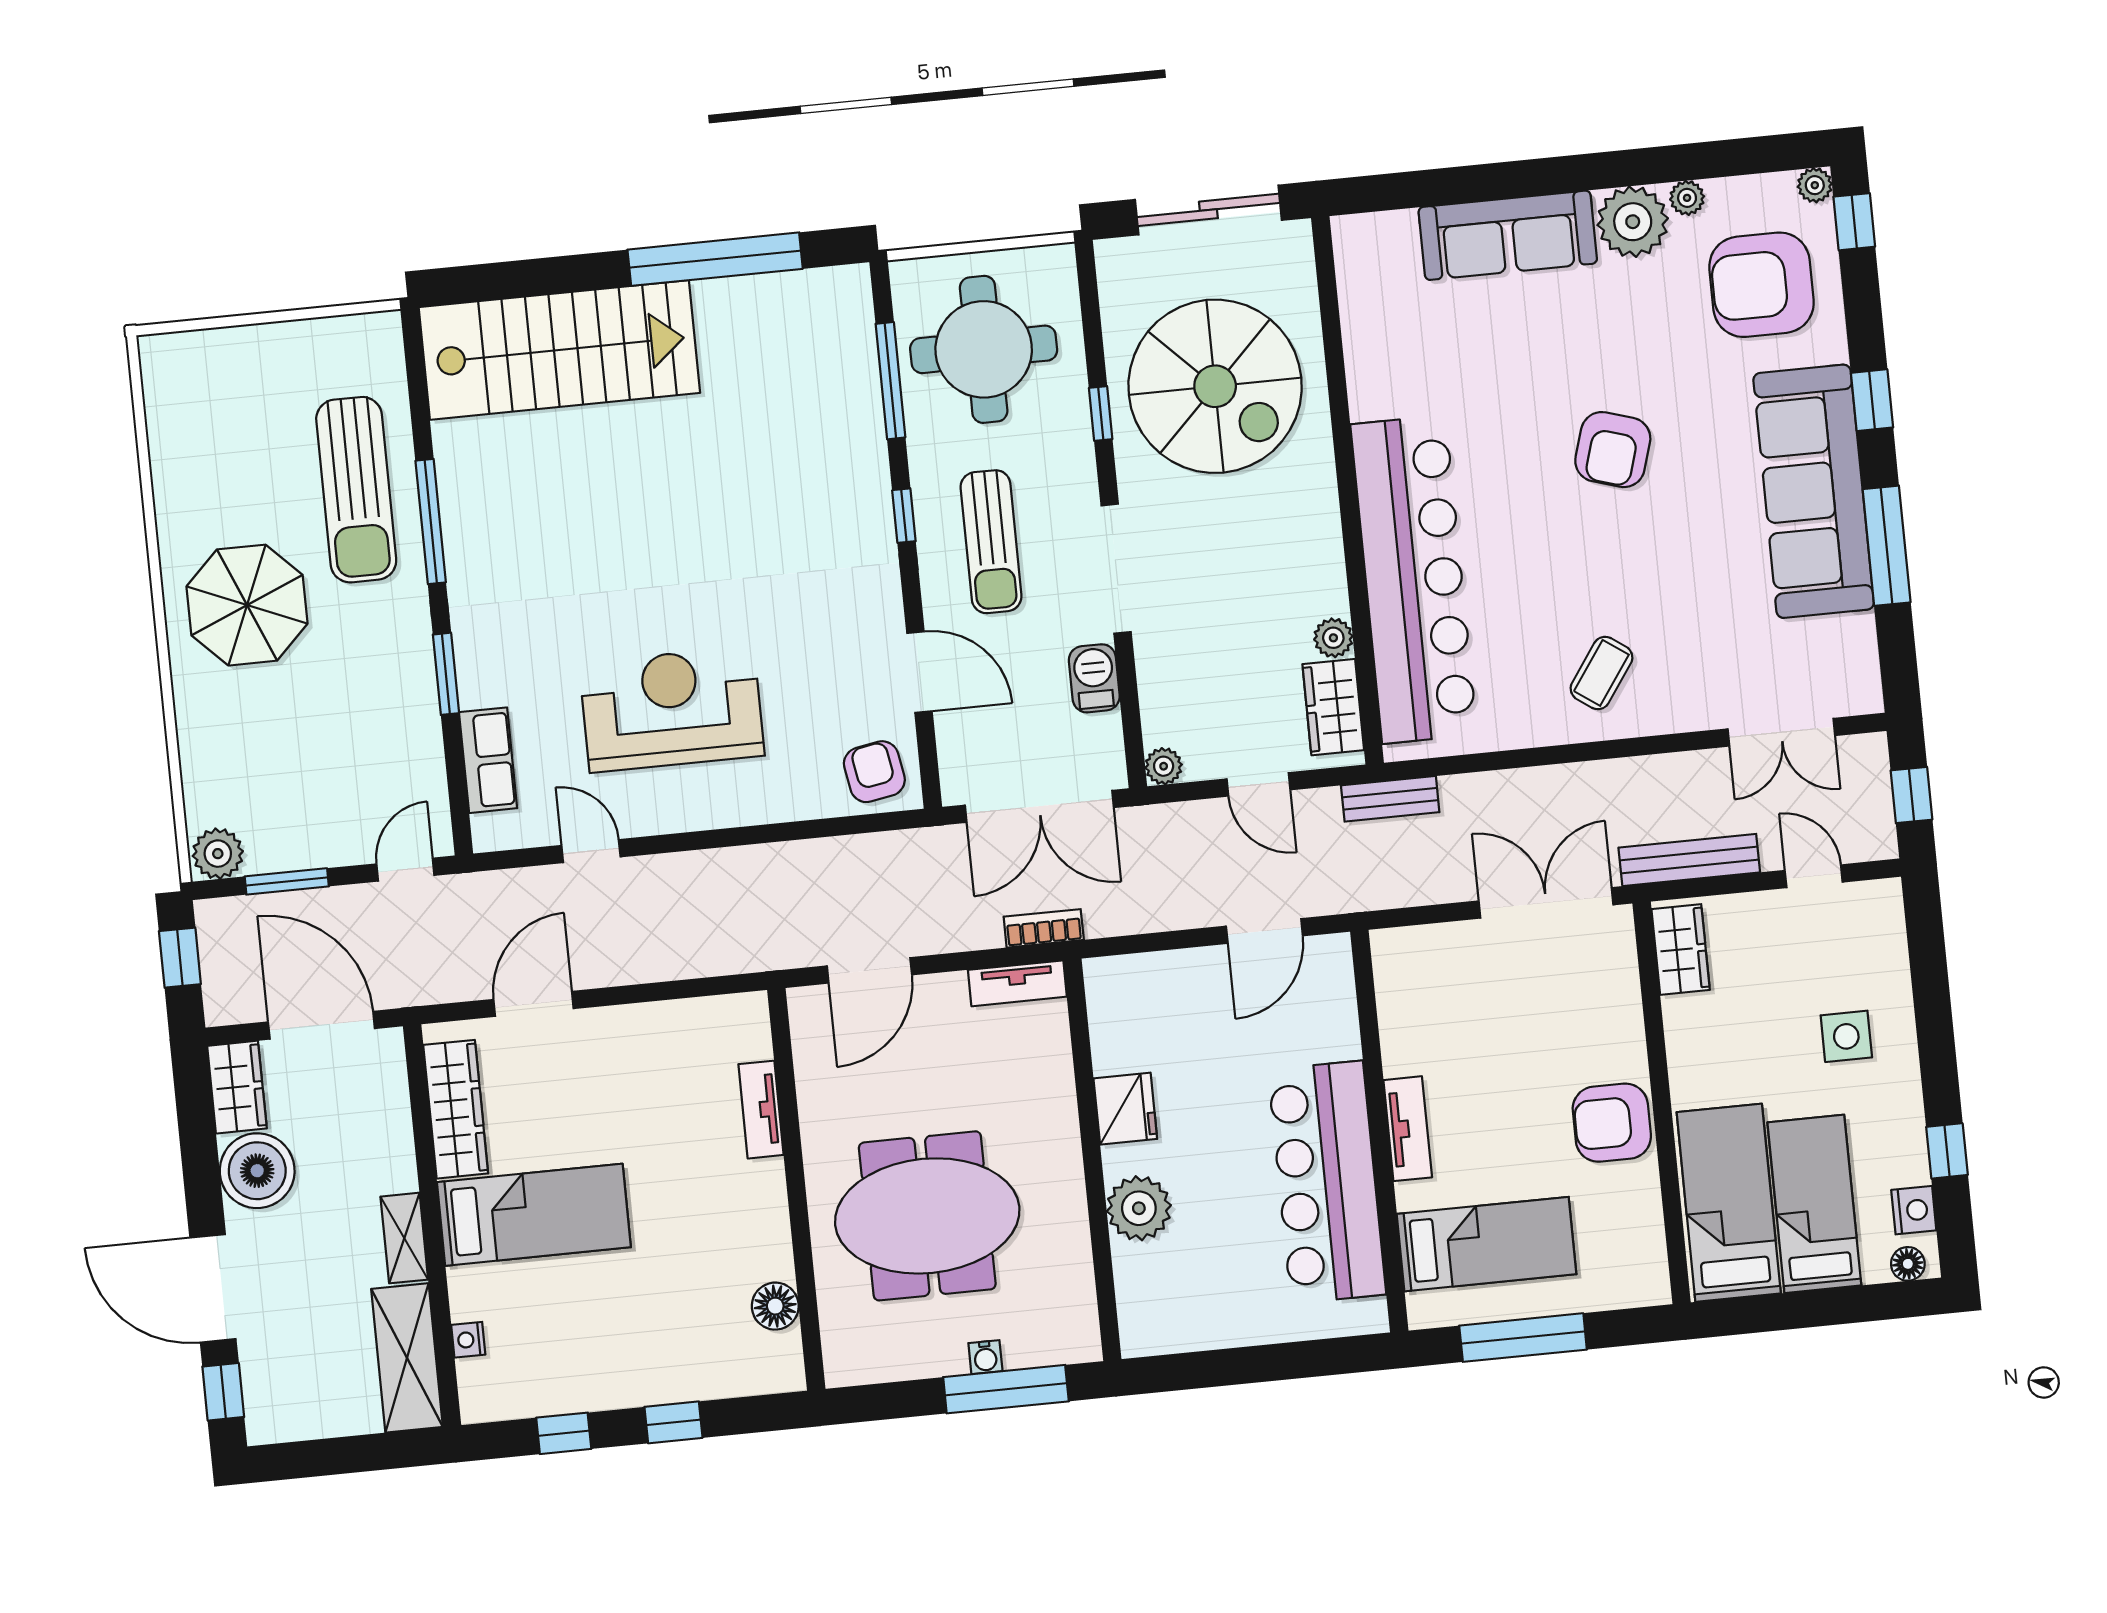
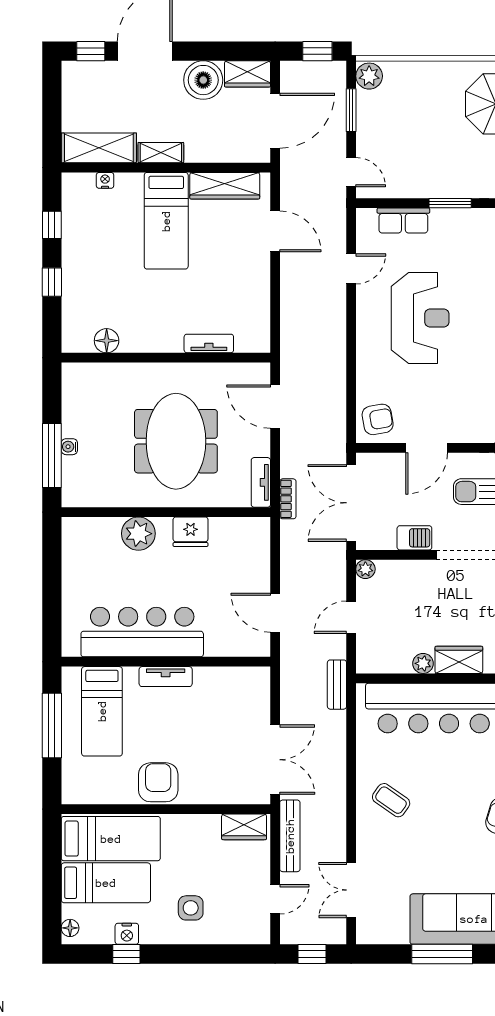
wardrobe: (1333, 707) -> (459, 660), moved
nightstand: (1914, 1210) -> (127, 934), moved
meeting table: (927, 1216) -> (176, 441), moved

